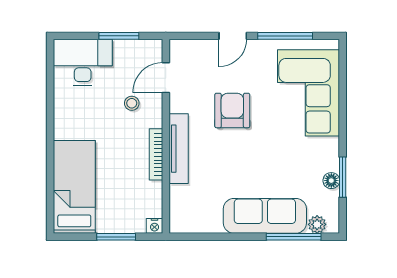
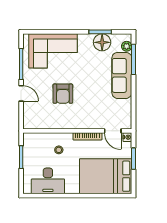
desk: (83, 62) -> (48, 181), moved, turned -90
door: (166, 78) -> (113, 131), moved
armchair: (232, 110) -> (63, 94), turned -90
tv unit: (179, 149) -> (84, 124), removed
floor lamp: (331, 181) -> (102, 42), width x1.89, depth x1.89
bed: (74, 187) -> (106, 176), width x1.50

